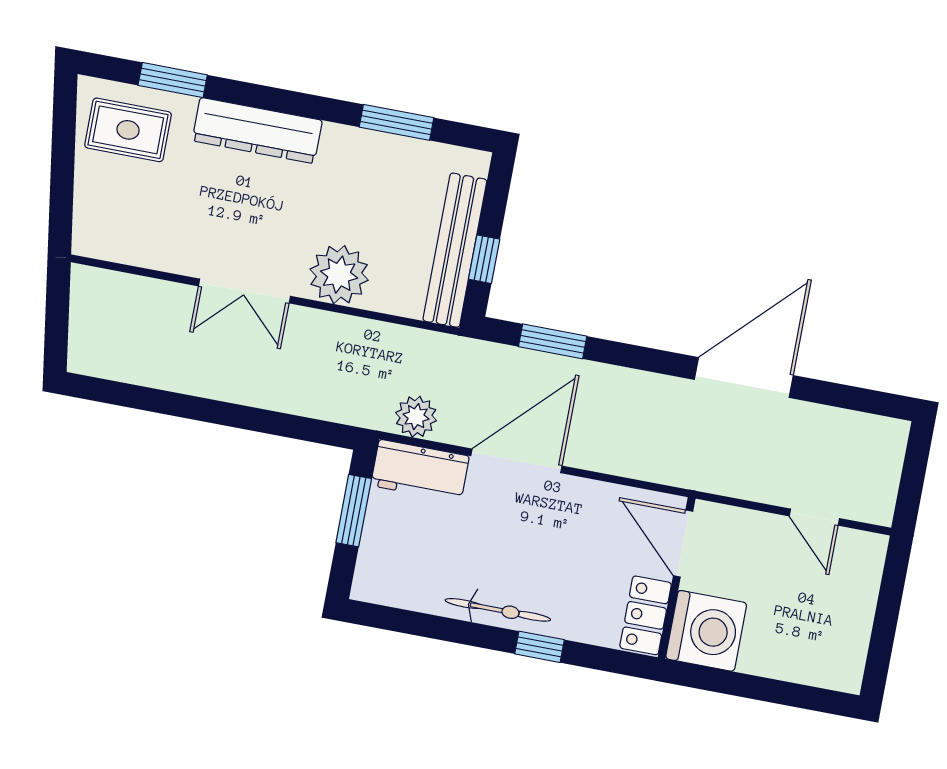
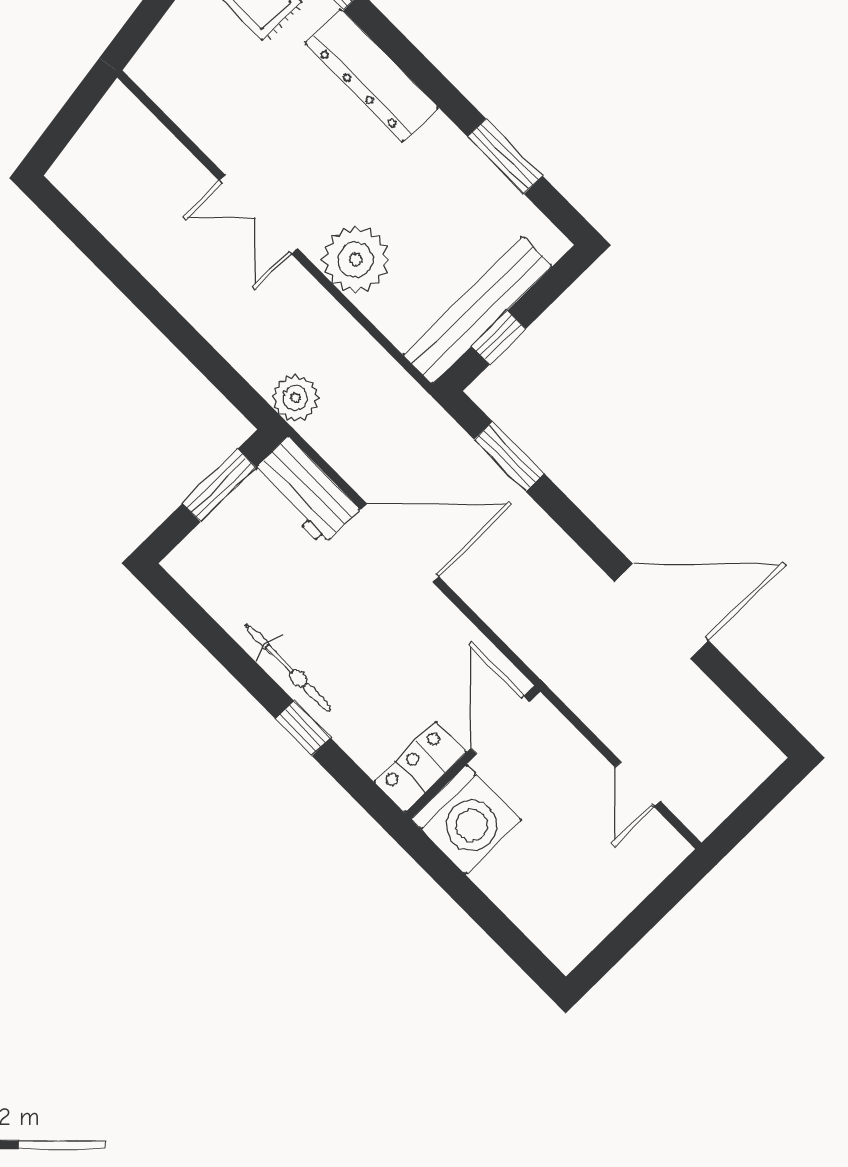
plant: (416, 417) -> (295, 398), moved

